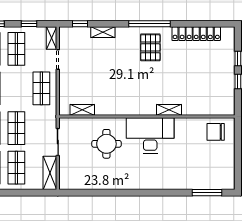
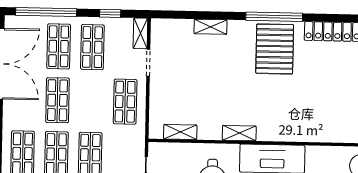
window: (80, 24) -> (180, 15), removed
pallet: (150, 47) -> (275, 49), width x1.37, depth x1.41
shelving: (169, 110) -> (239, 133), moved

